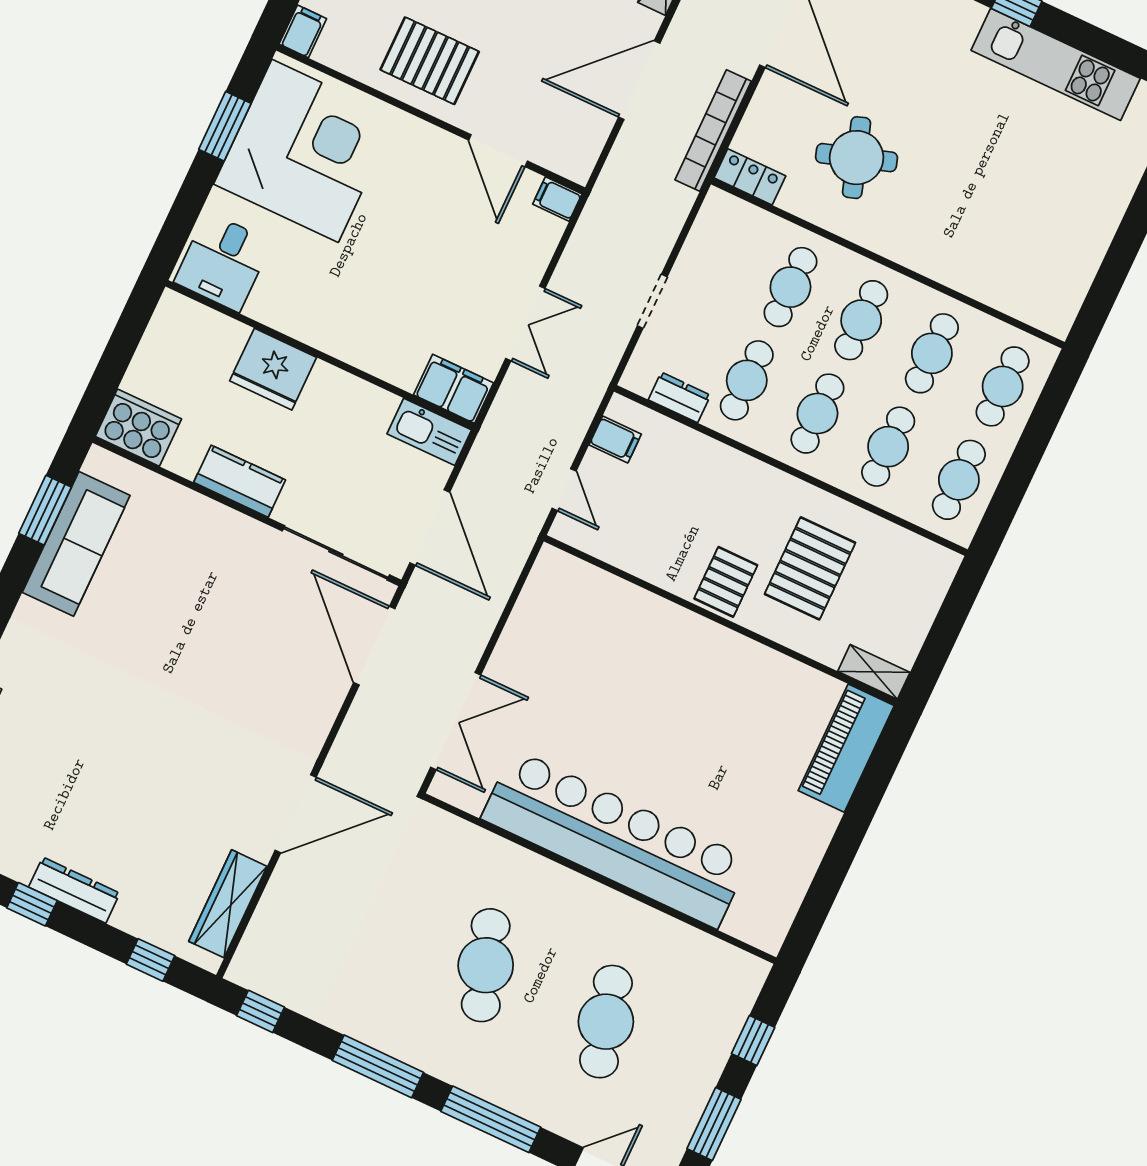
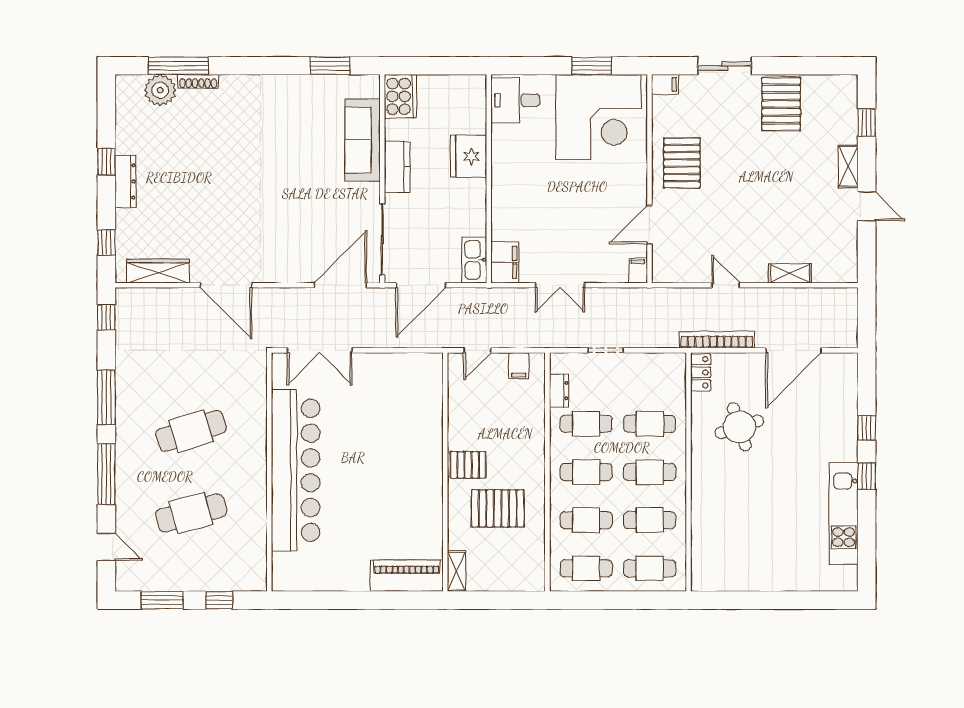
door: (639, 80) -> (726, 285), width x0.53
sofa: (76, 544) -> (363, 140), moved, turned 90

